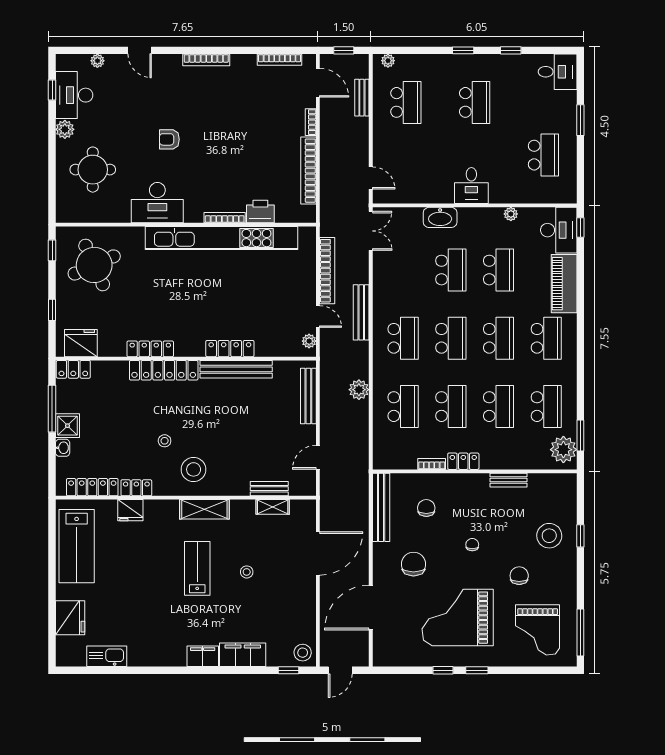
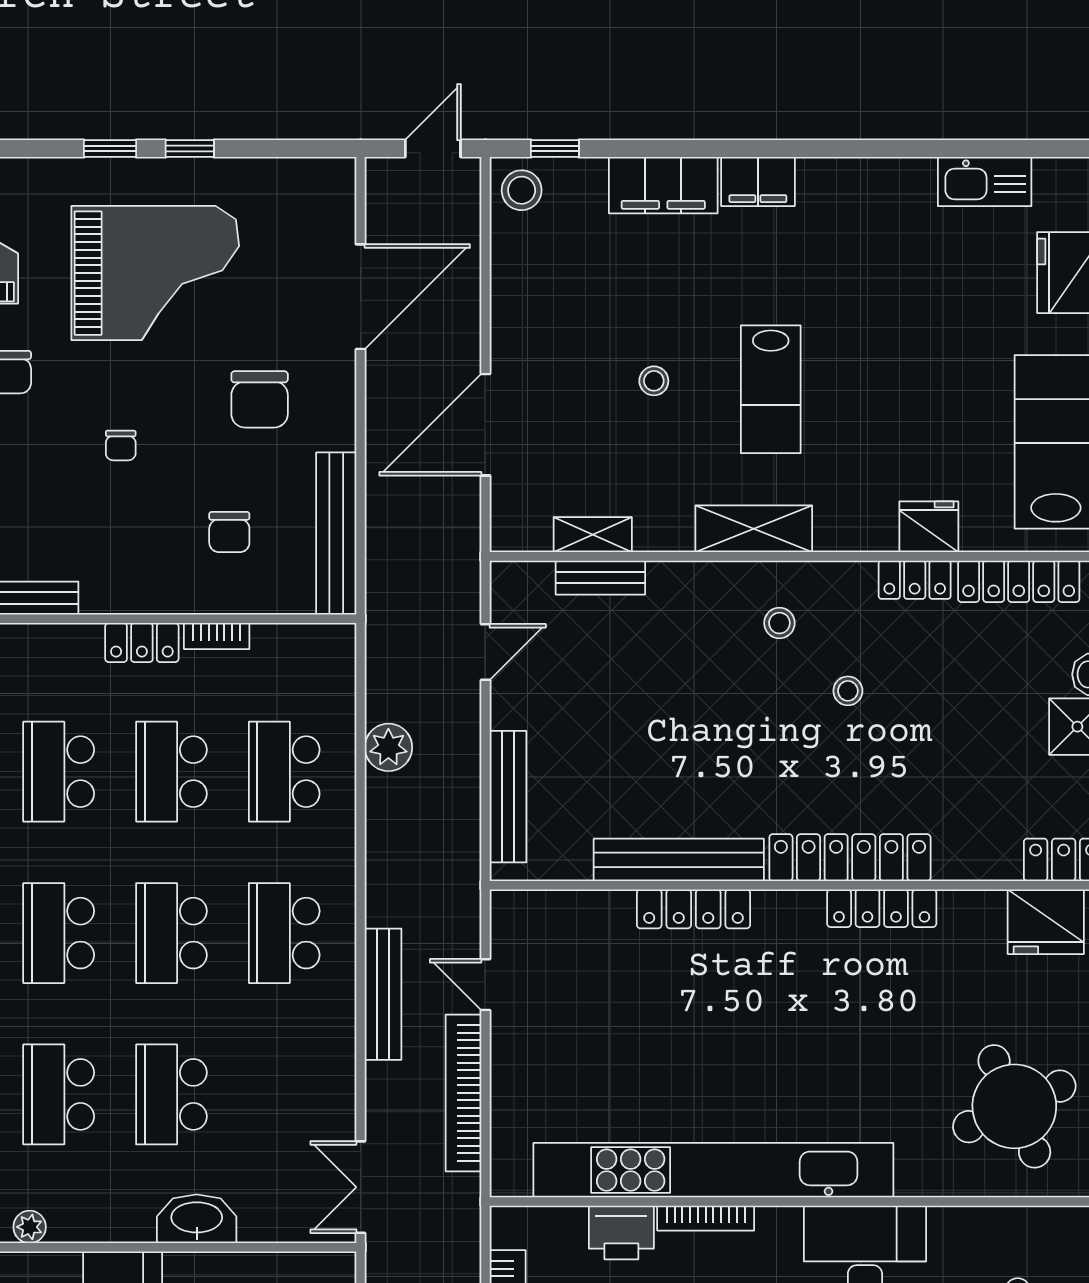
plant: (309, 341) -> (506, 927), removed
plant: (359, 390) -> (388, 747), moved
stool: (194, 469) -> (779, 623), width x0.53, depth x0.53

